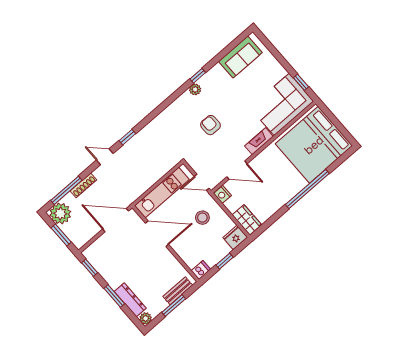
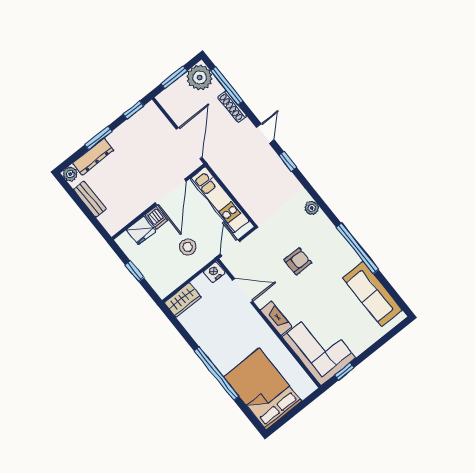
sofa: (240, 57) -> (372, 294), width x1.36
window: (198, 76) -> (357, 248), width x3.17
plant: (195, 89) -> (312, 208), moved
bed: (314, 145) -> (263, 389), width x0.73
door: (237, 170) -> (243, 291), swing flipped
fridge: (235, 237) -> (141, 230), moved, turned 90
dishwasher: (201, 270) -> (156, 218), moved
bench: (178, 291) -> (90, 199), moved
window: (174, 306) -> (84, 208), removed

